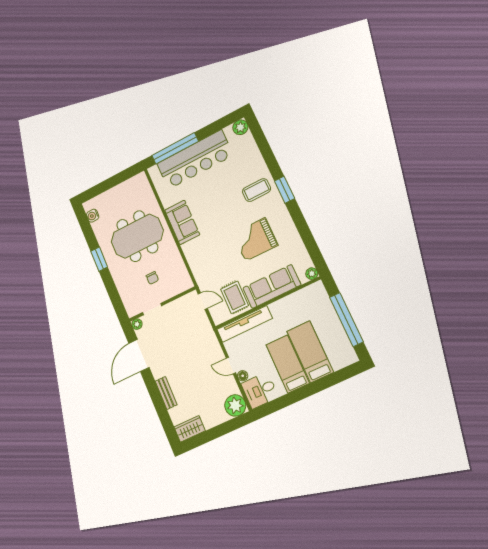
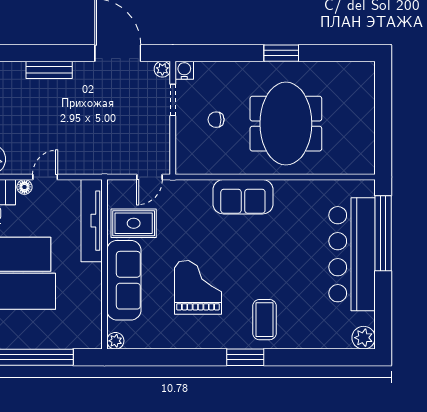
water cooler: (93, 216) -> (184, 70), moved
sofa: (182, 222) -> (243, 197), moved

